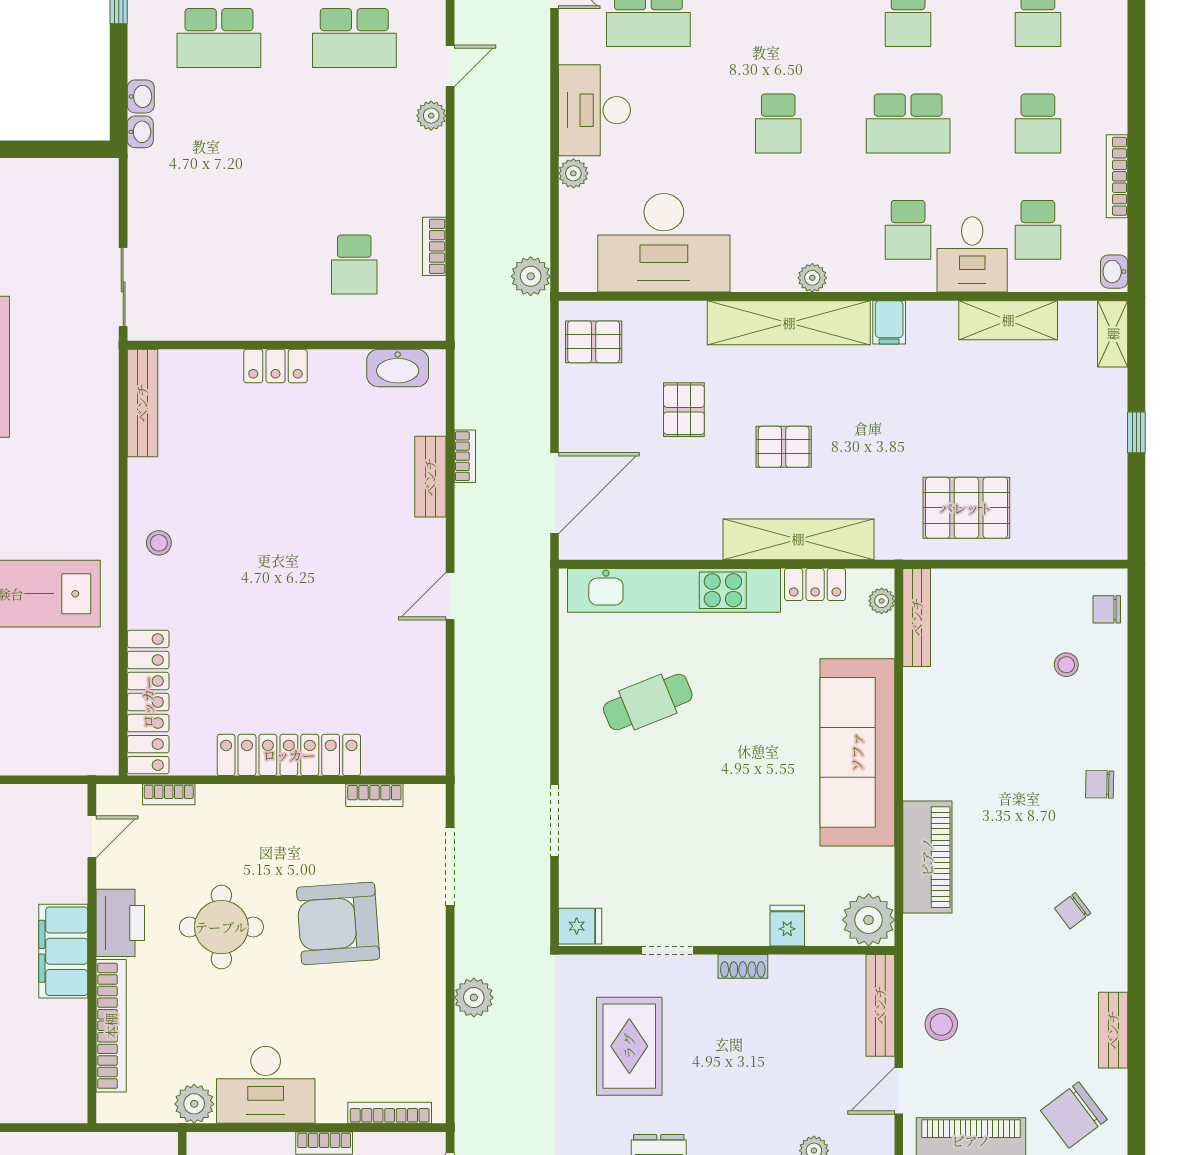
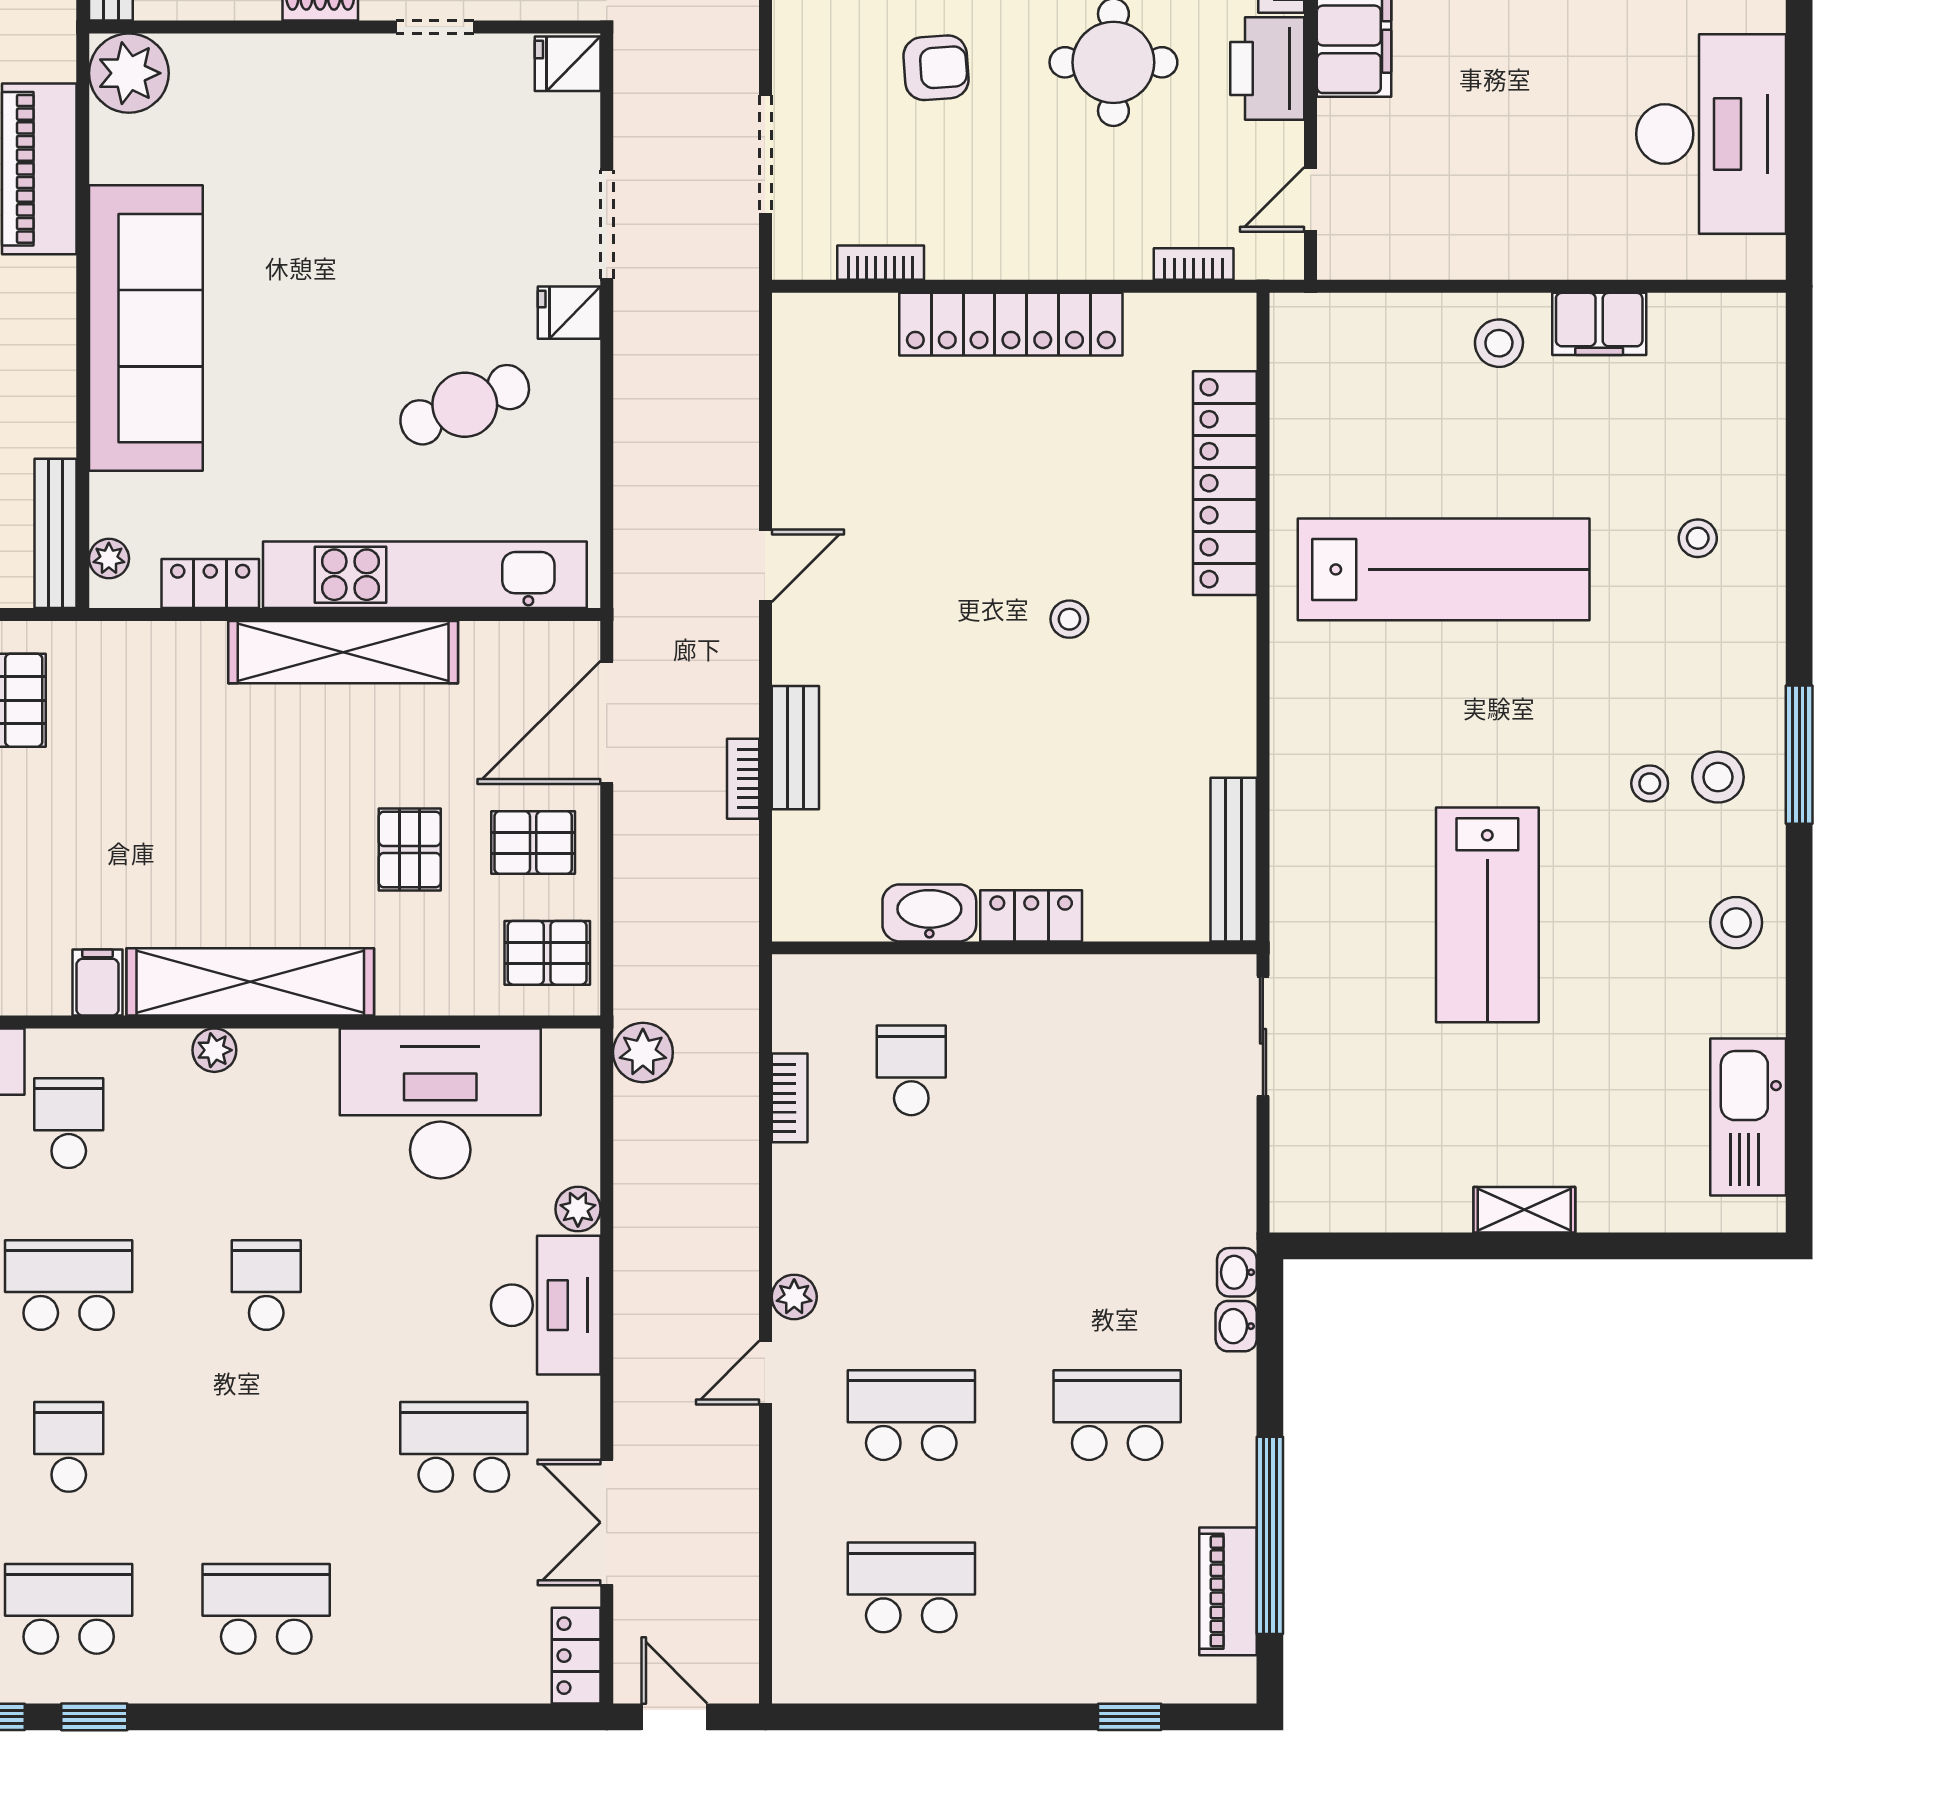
washbasin: (398, 368) -> (929, 913), moved
pallet: (784, 447) -> (533, 843), moved
shelving: (798, 539) -> (343, 652), moved
stool: (159, 543) -> (1069, 619), moved
locker: (148, 702) -> (1225, 483), moved
armchair: (338, 923) -> (936, 68), width x0.53, depth x0.53
fridge: (787, 926) -> (569, 313), moved, turned 90

